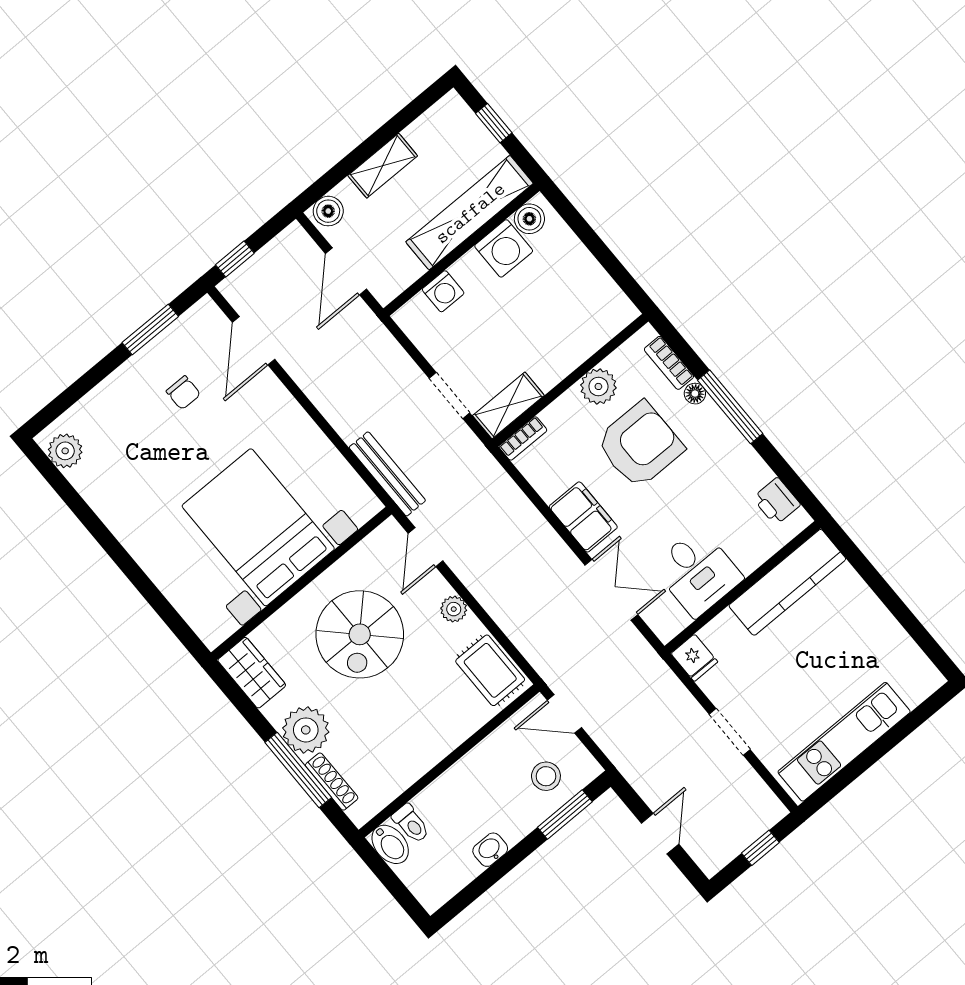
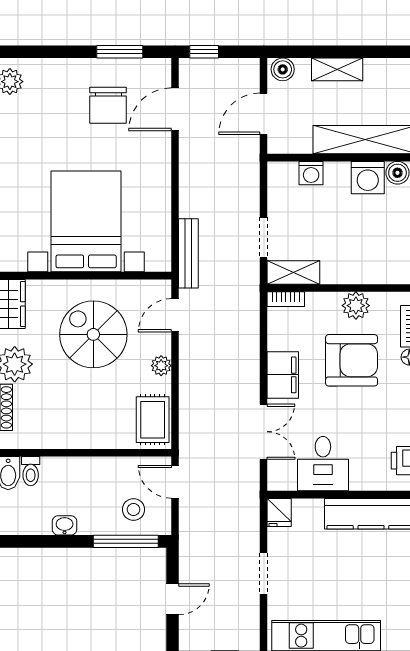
chair: (183, 393) -> (108, 105), width x1.87, depth x1.87
spiral stairs: (360, 634) -> (93, 334), turned 90
window: (565, 815) -> (126, 541), width x1.44

